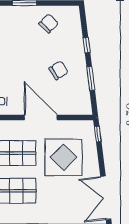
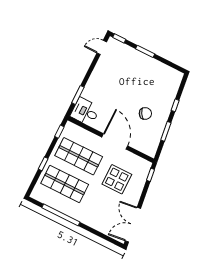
chair: (49, 23) -> (155, 75), removed
display table: (64, 157) -> (117, 179), width x0.73, depth x0.73

